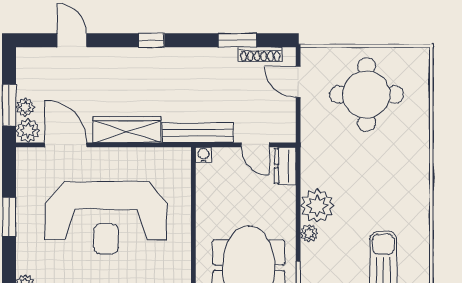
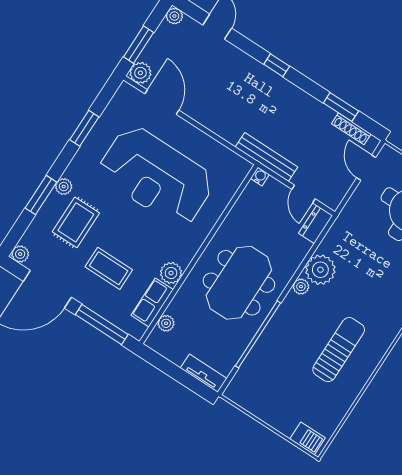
plant: (25, 107) -> (174, 16), moved
wardrobe: (127, 130) -> (215, 120), removed

